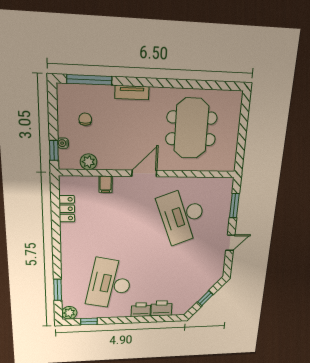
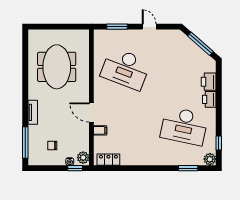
meeting table: (191, 128) -> (57, 67), turned 90
plant: (88, 162) -> (83, 158), moved
door: (144, 173) -> (91, 112), moved
locker: (67, 209) -> (108, 160), moved
desk: (183, 216) -> (125, 69), turned 42
window: (205, 298) -> (200, 44), width x2.17

